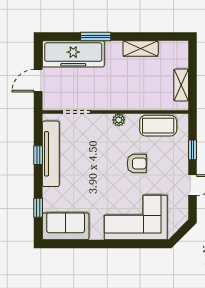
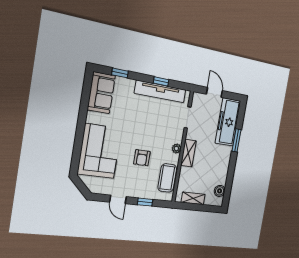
shelving: (141, 48) -> (188, 153), moved
boiler: (167, 48) -> (220, 191), added

